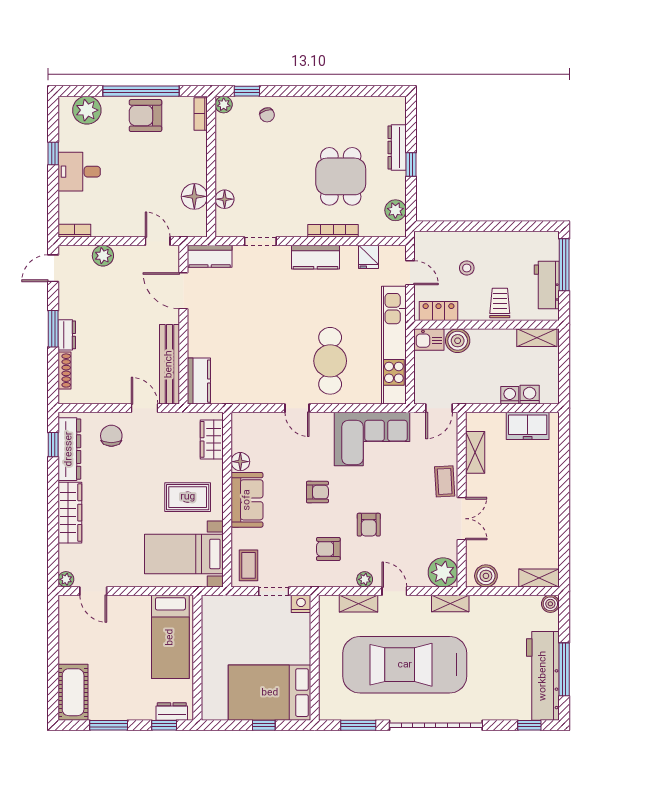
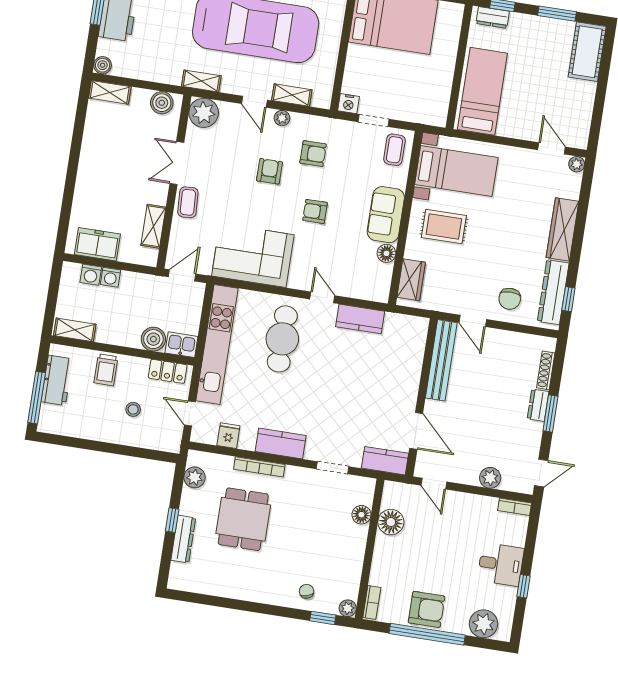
kitchen counter: (199, 381) -> (360, 319), moved, turned -90

